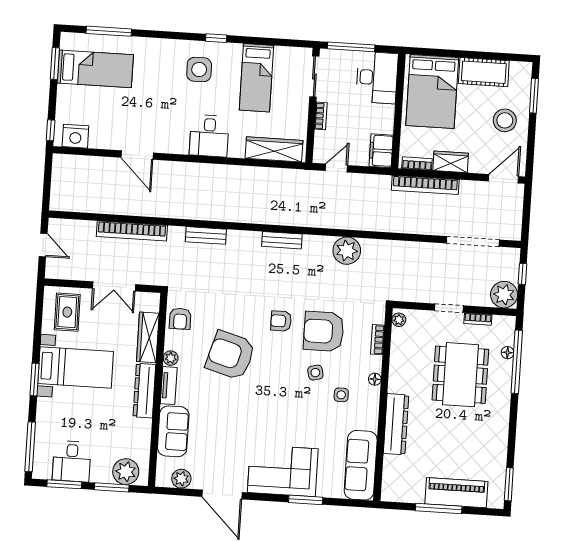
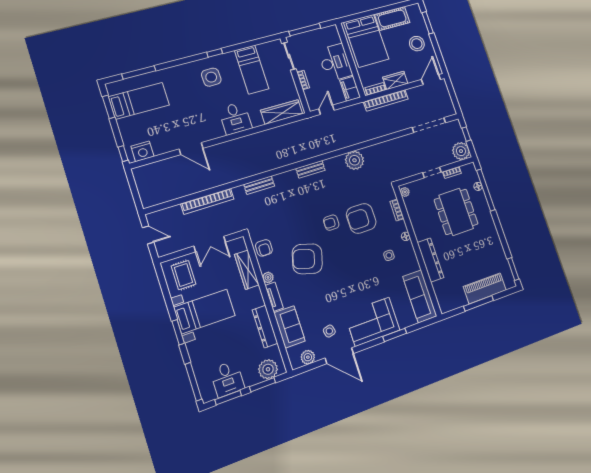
desk: (377, 78) -> (335, 62), moved
side table: (315, 373) -> (329, 331), moved
dresser: (144, 391) -> (265, 327), moved

